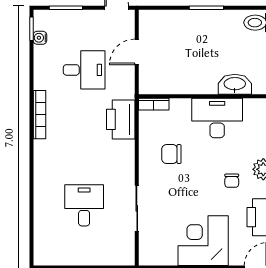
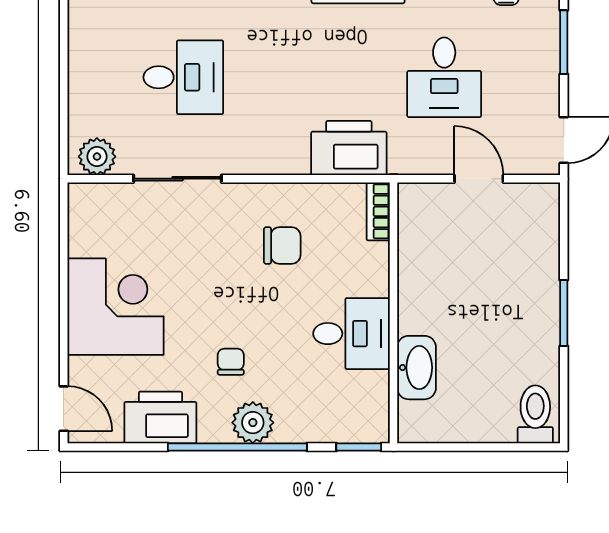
desk: (217, 118) -> (352, 334), width x0.73
chair: (171, 154) -> (282, 246), turned 90
chair: (232, 181) -> (231, 362), turned 90
plant: (125, 250) -> (97, 157), added

